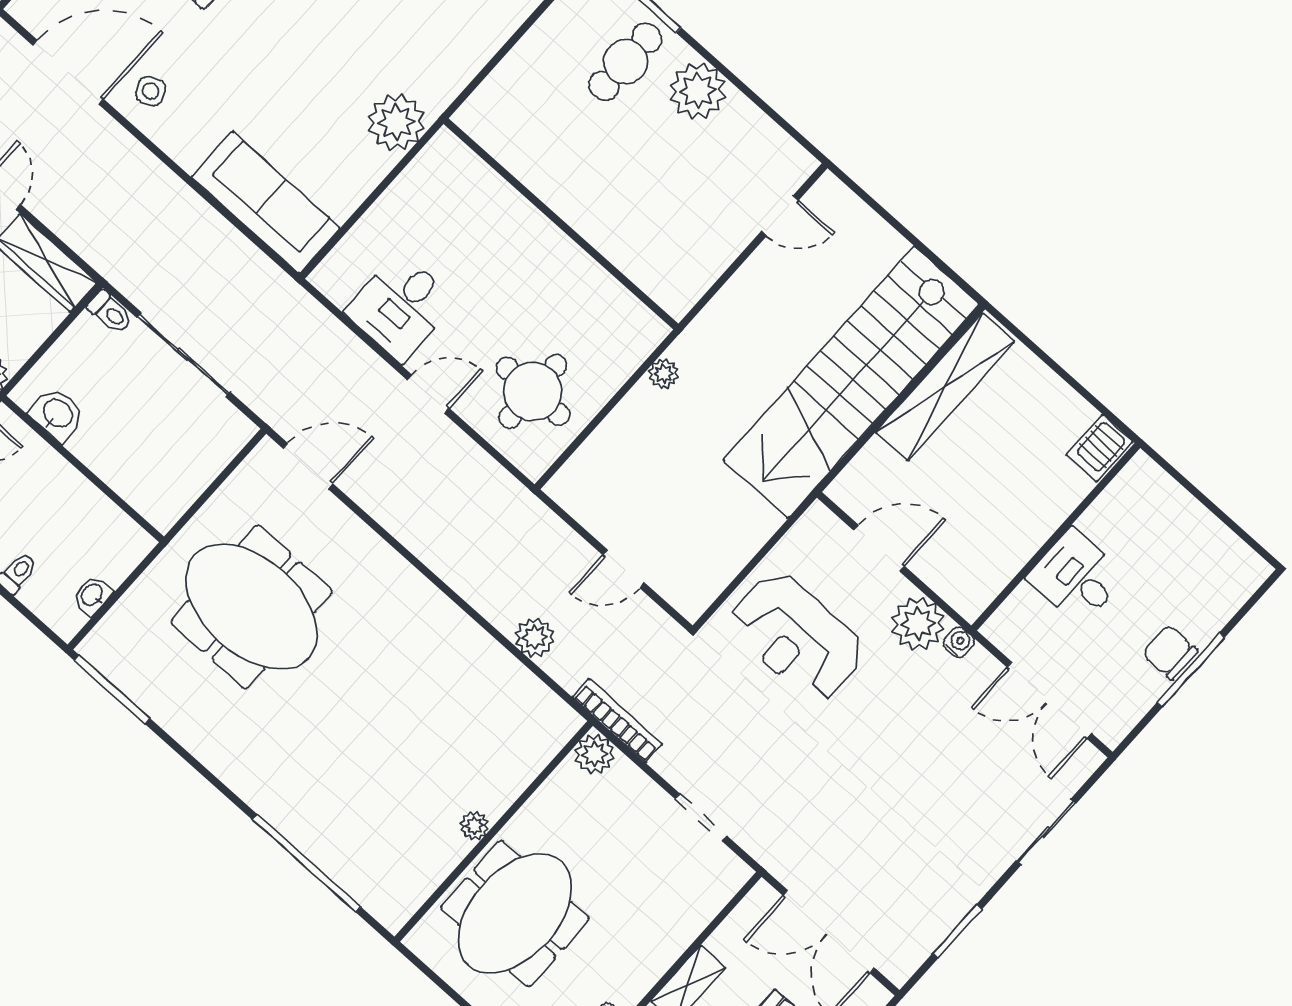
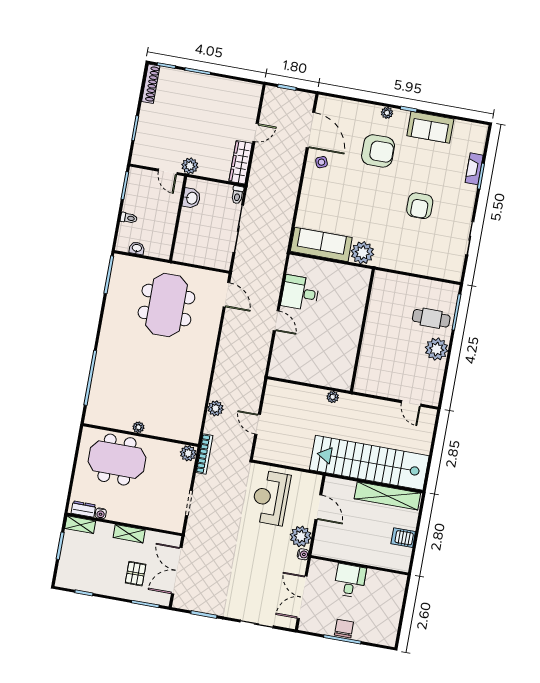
sofa: (266, 202) -> (321, 244), moved, turned -90
round table: (533, 391) -> (299, 356), removed
server rack: (1100, 448) -> (403, 538), moved

